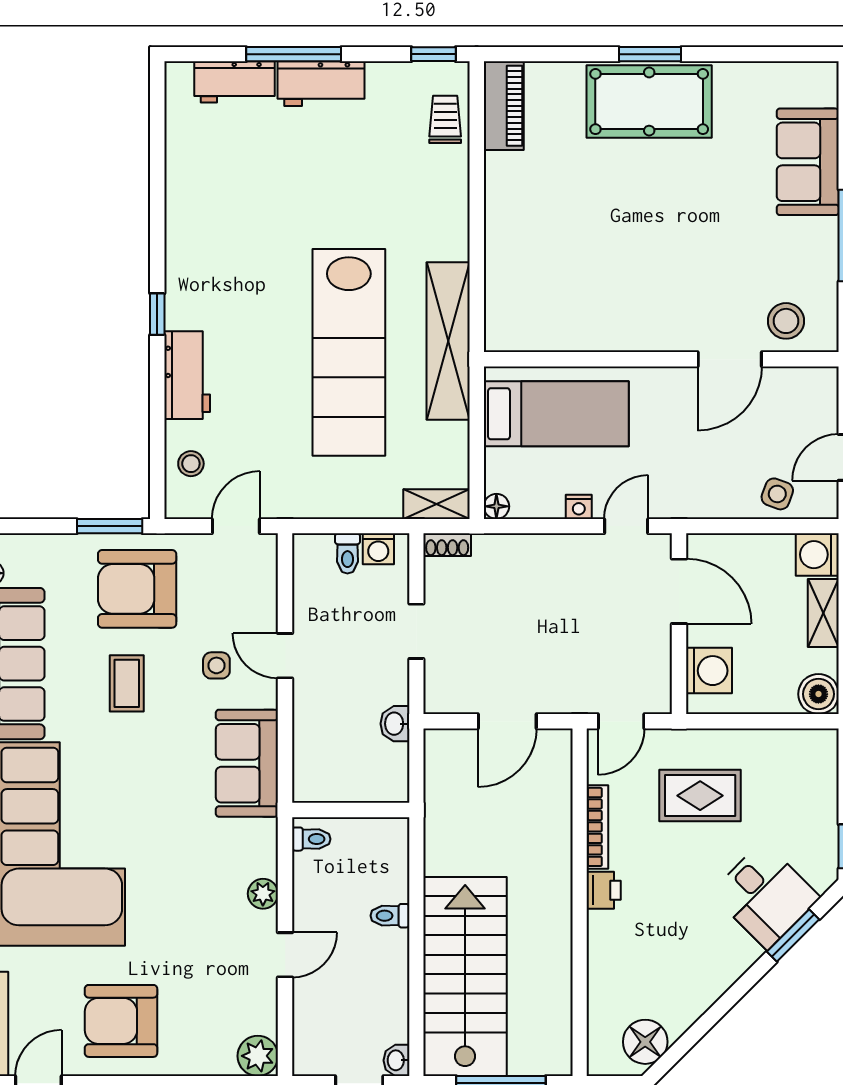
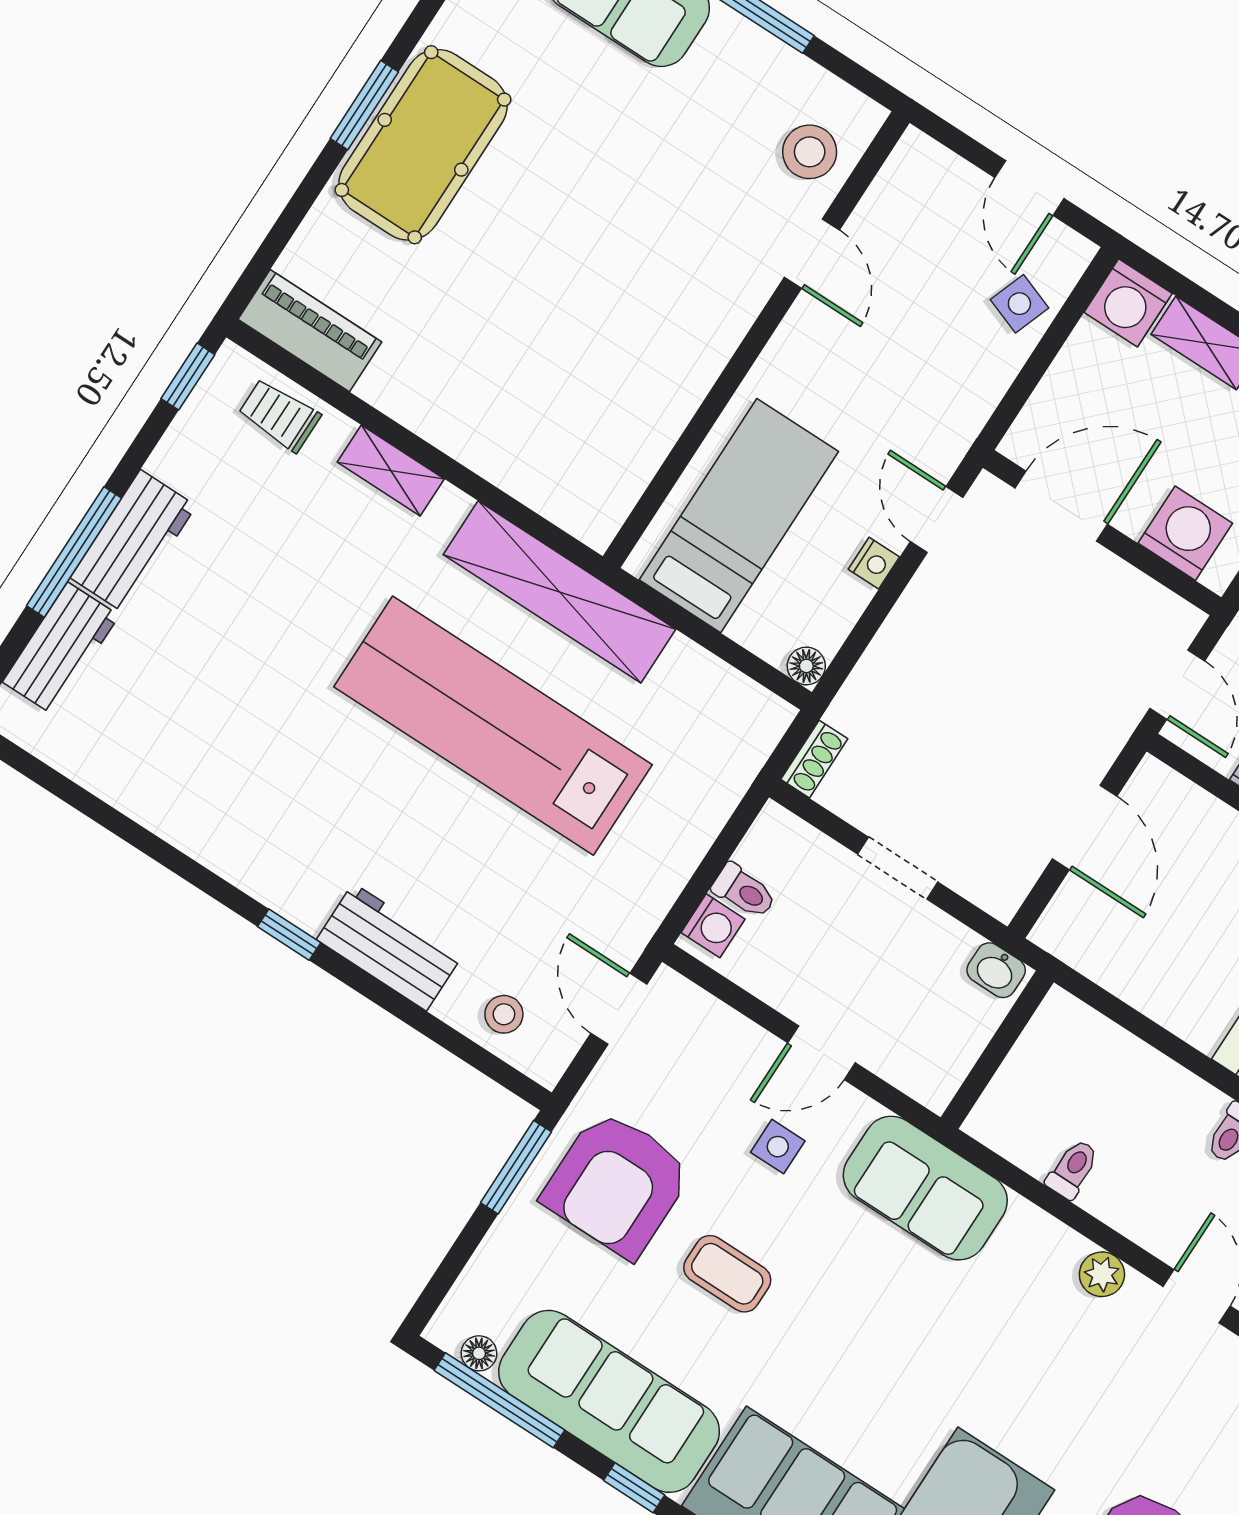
lab bench: (349, 352) -> (493, 726), turned 180
door: (730, 359) -> (812, 254), width x0.73
shelving: (437, 504) -> (391, 471), moved, turned 90
washing machine: (378, 549) -> (713, 926), moved
wall: (351, 810) -> (997, 1050), moved

